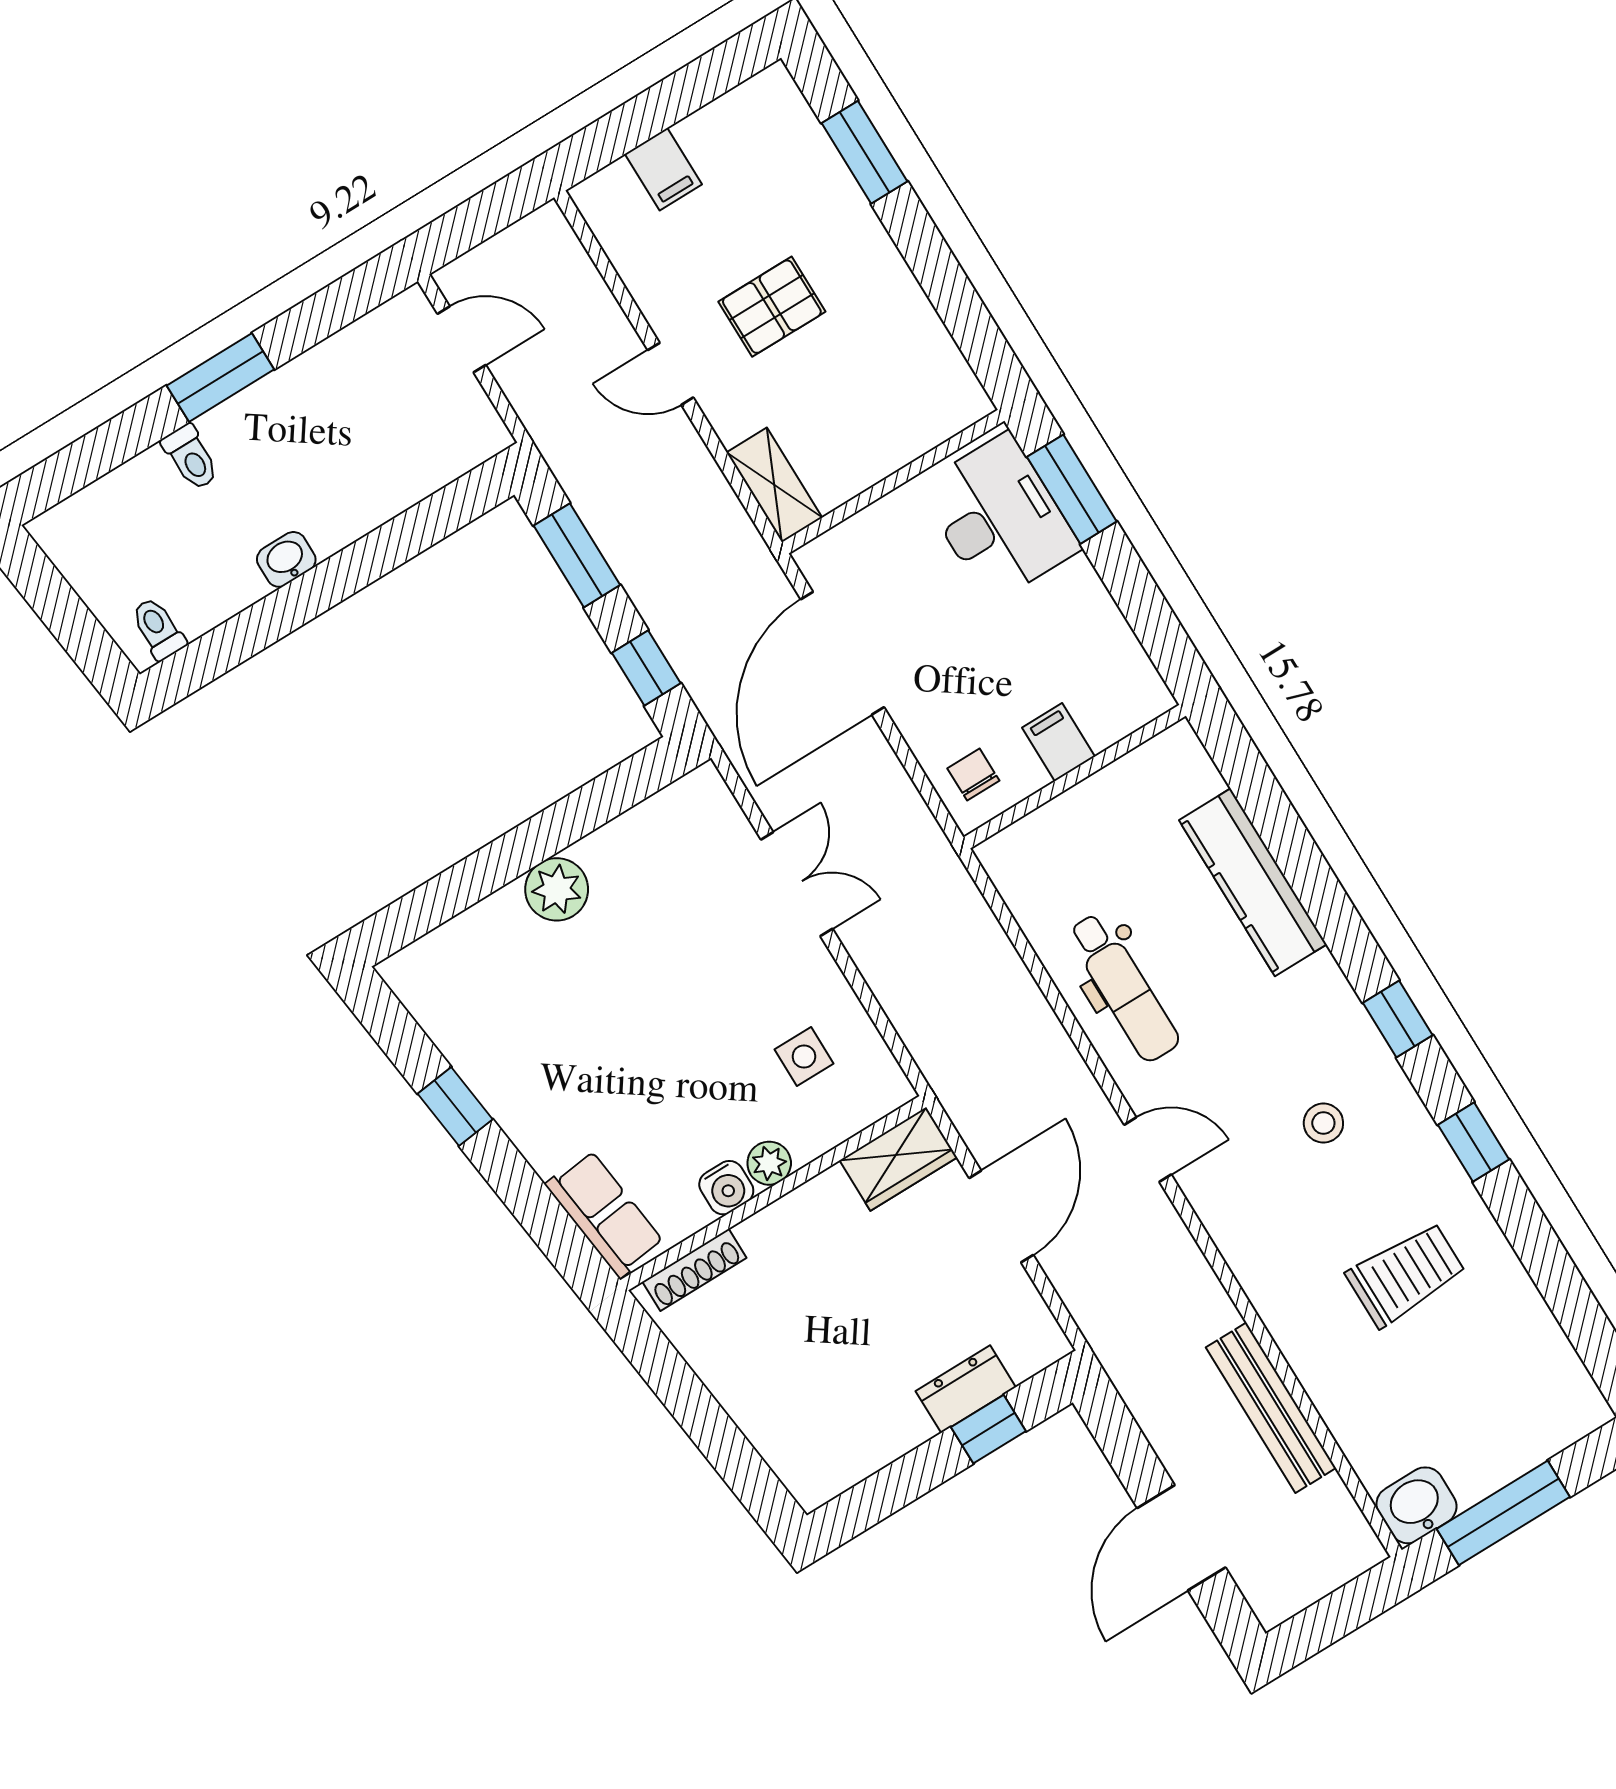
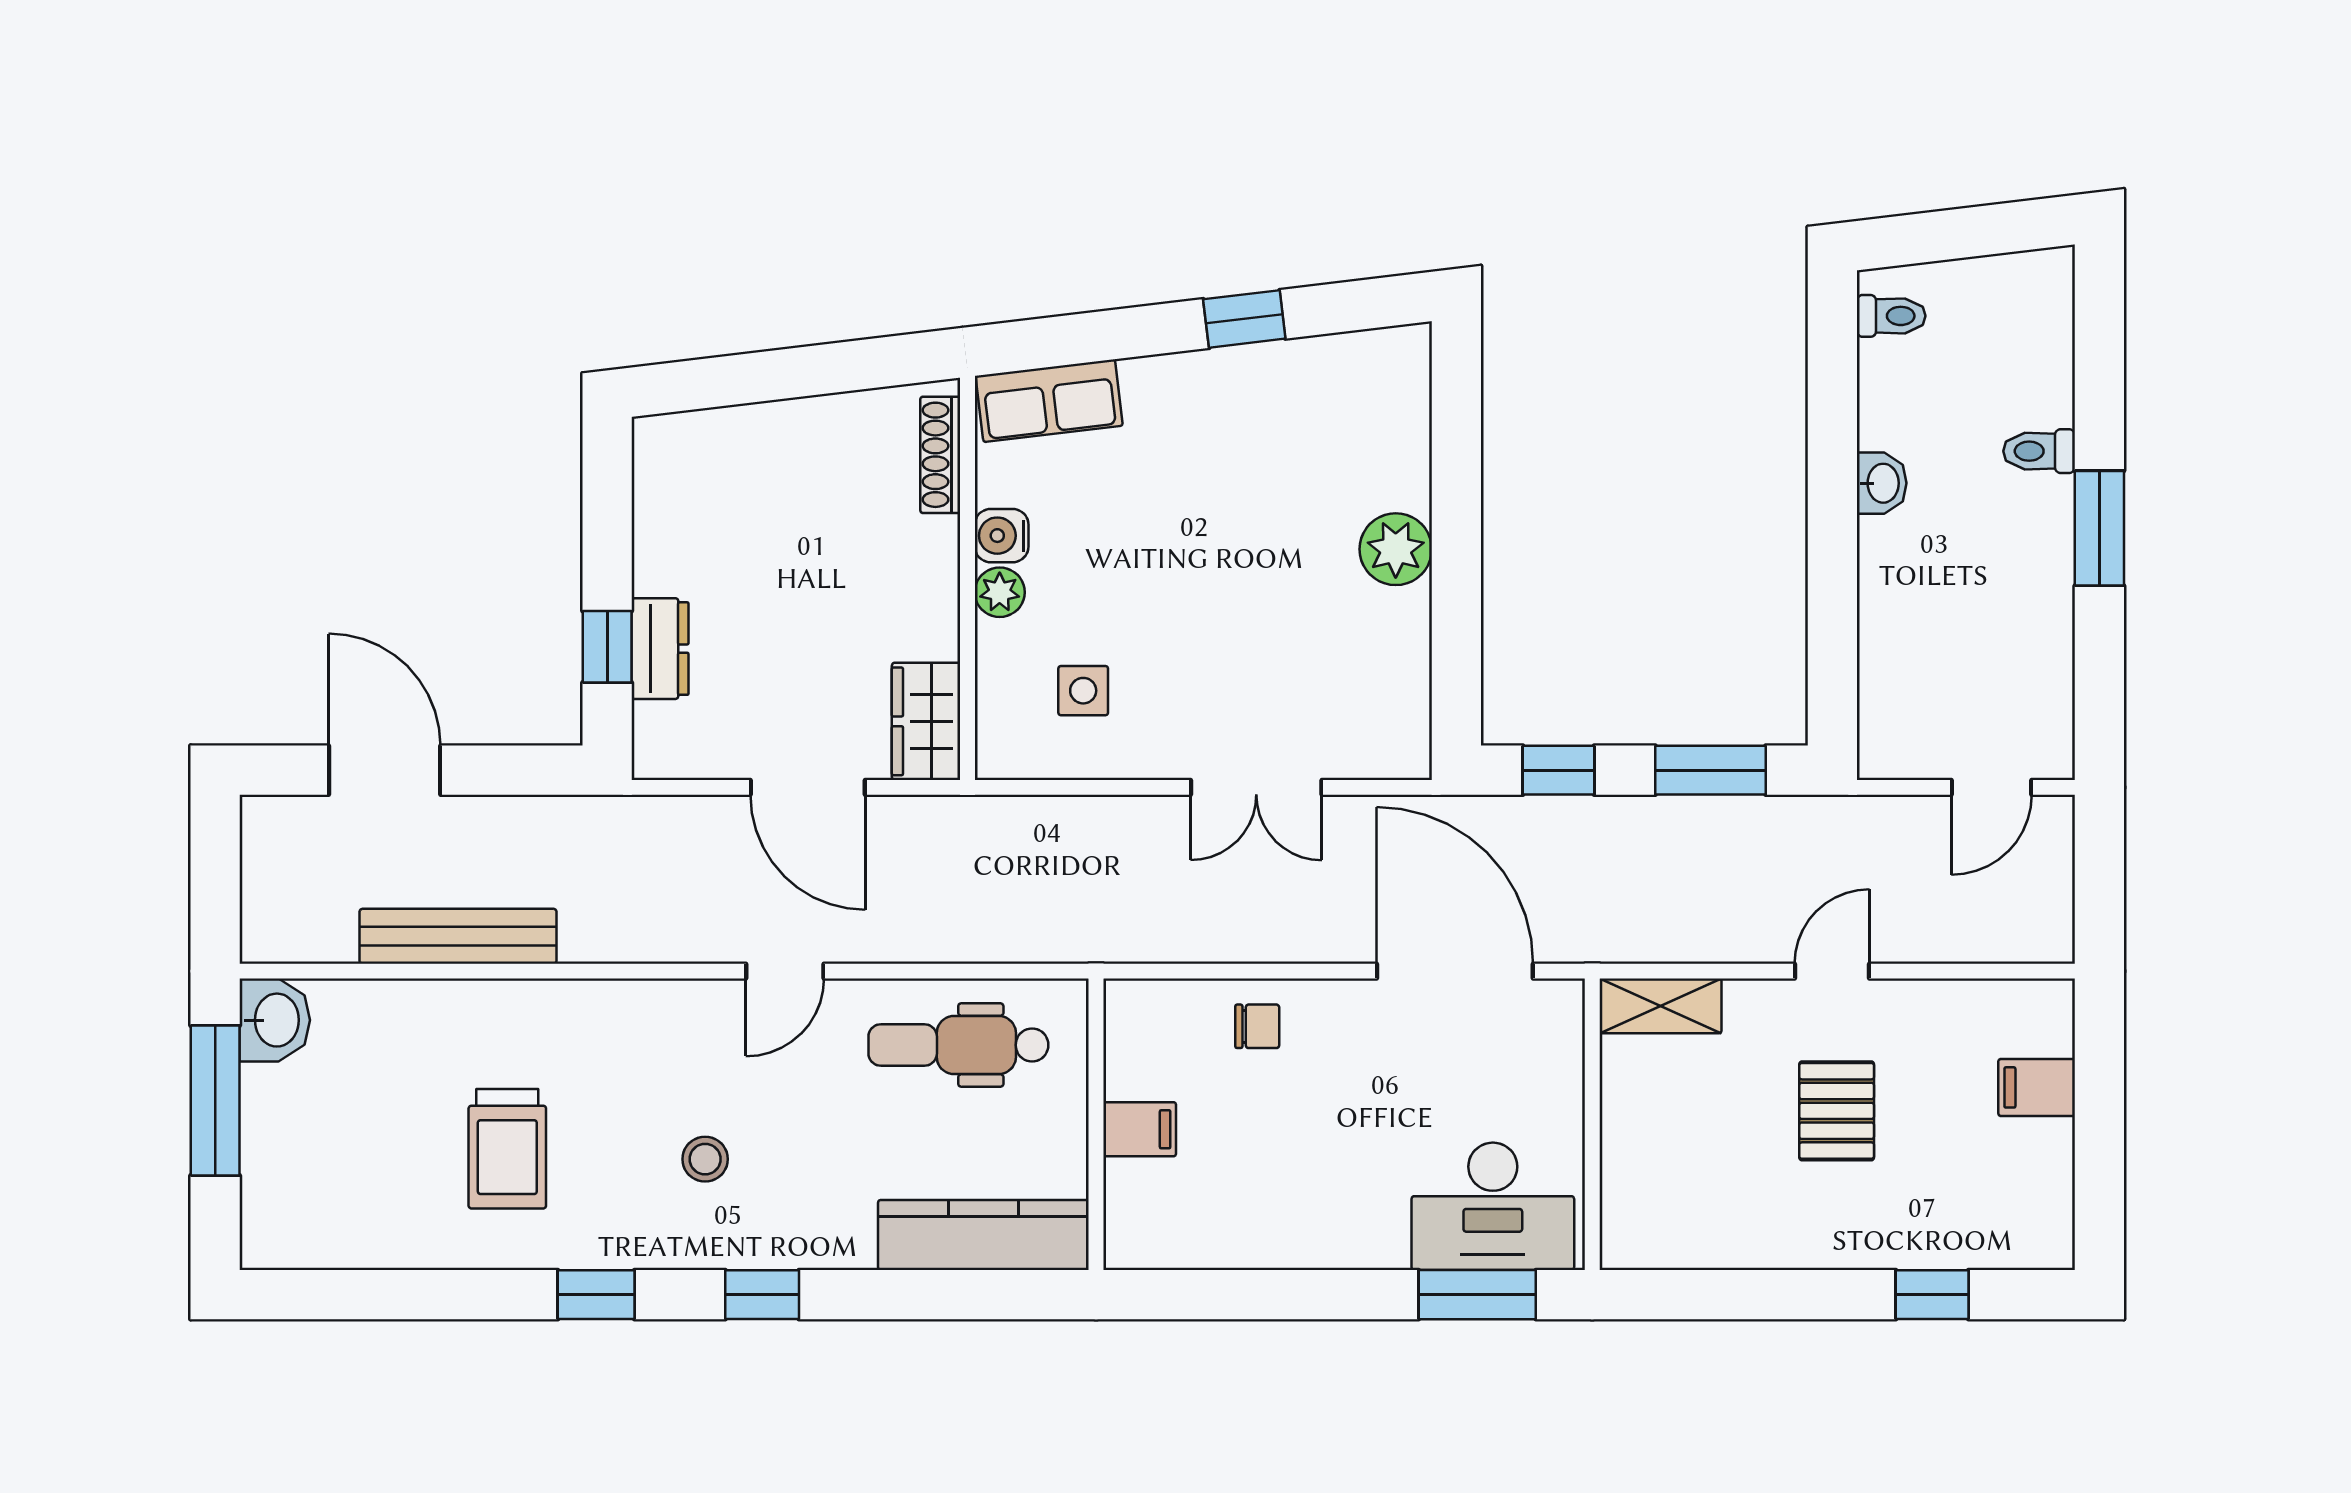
window: (865, 152) -> (1932, 1295), width x0.67
filing cabinet: (1059, 742) -> (1140, 1129), moved
wall: (1075, 777) -> (1096, 1124), moved

